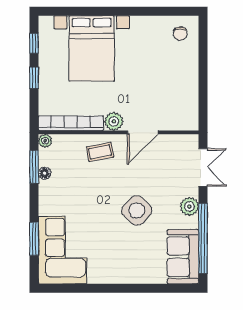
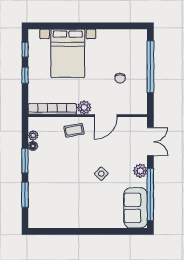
chair: (180, 34) -> (120, 78), moved
window: (203, 66) -> (150, 67), added
plant: (45, 141) -> (33, 135), moved
window: (34, 167) -> (25, 161), moved
side table: (137, 210) -> (101, 174), width x0.54, depth x0.54
corner sofa: (63, 250) -> (46, 203), removed

